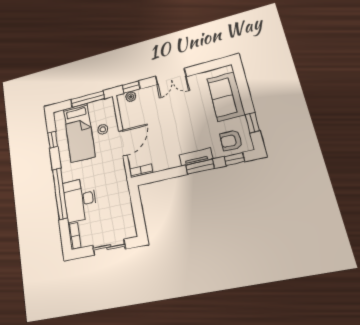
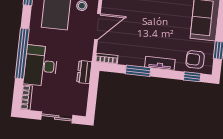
window: (200, 167) -> (138, 71), moved
dresser: (123, 192) -> (84, 72), added

